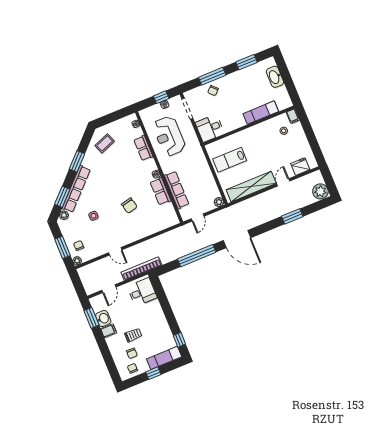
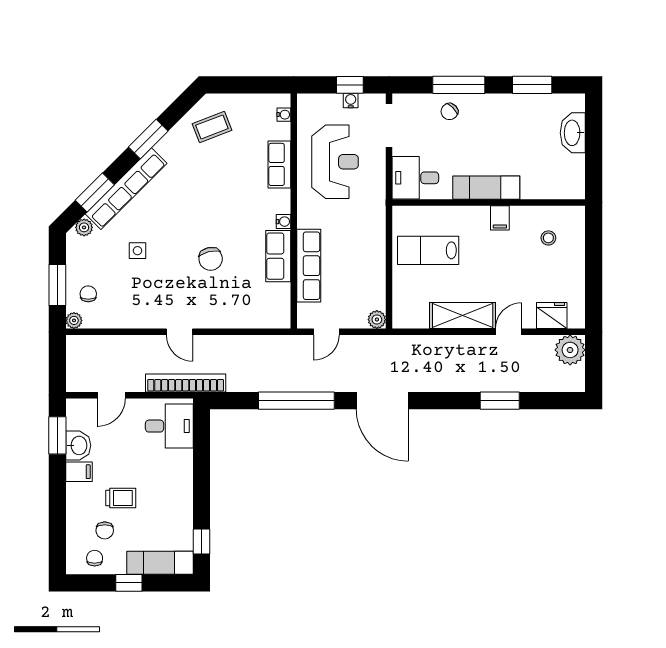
exam couch: (261, 113) -> (486, 188), moved
filing cabinet: (293, 116) -> (500, 218), moved
reception desk: (169, 136) -> (335, 162), turned 180
shelving: (251, 187) -> (463, 315), width x0.68
plant: (320, 191) -> (570, 350), moved
door: (115, 251) -> (180, 332), moved

